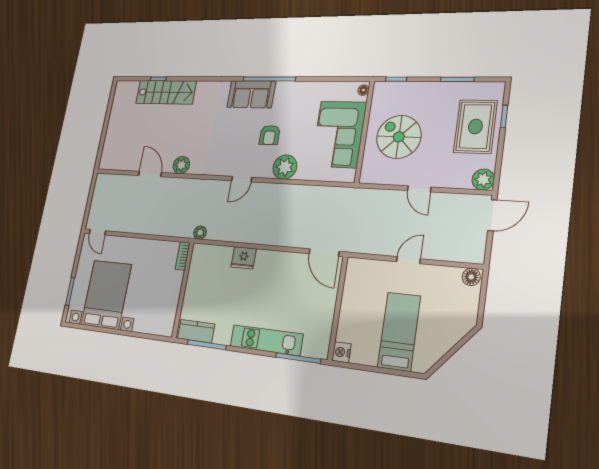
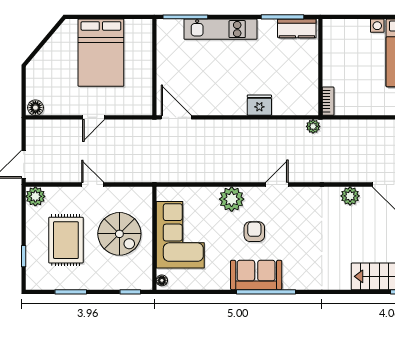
sofa: (251, 94) -> (256, 275), moved
rug: (475, 127) -> (66, 240), moved
bed: (399, 332) -> (101, 53), width x1.50
nightstand: (341, 352) -> (144, 28), removed

